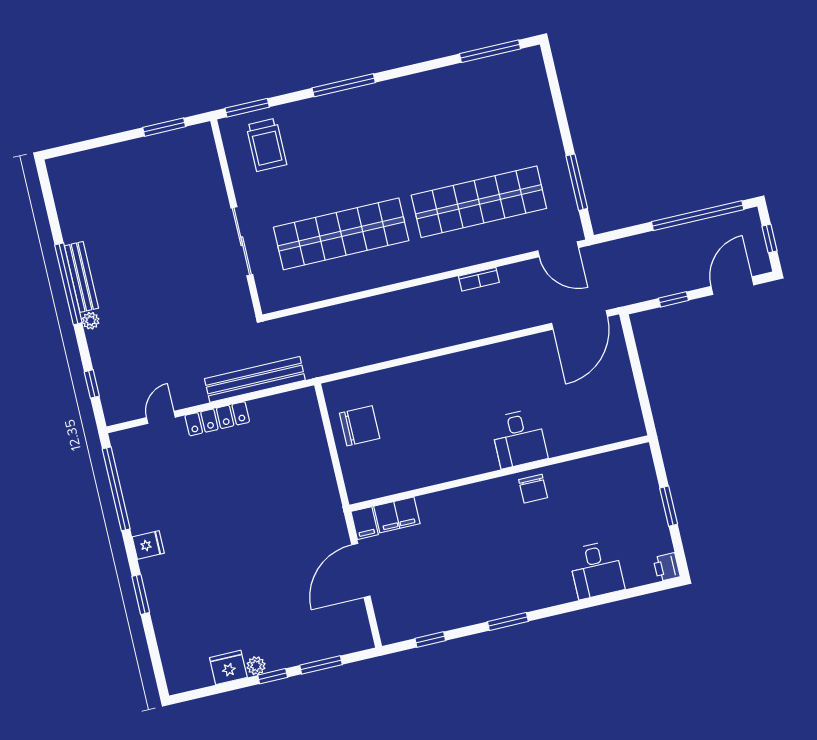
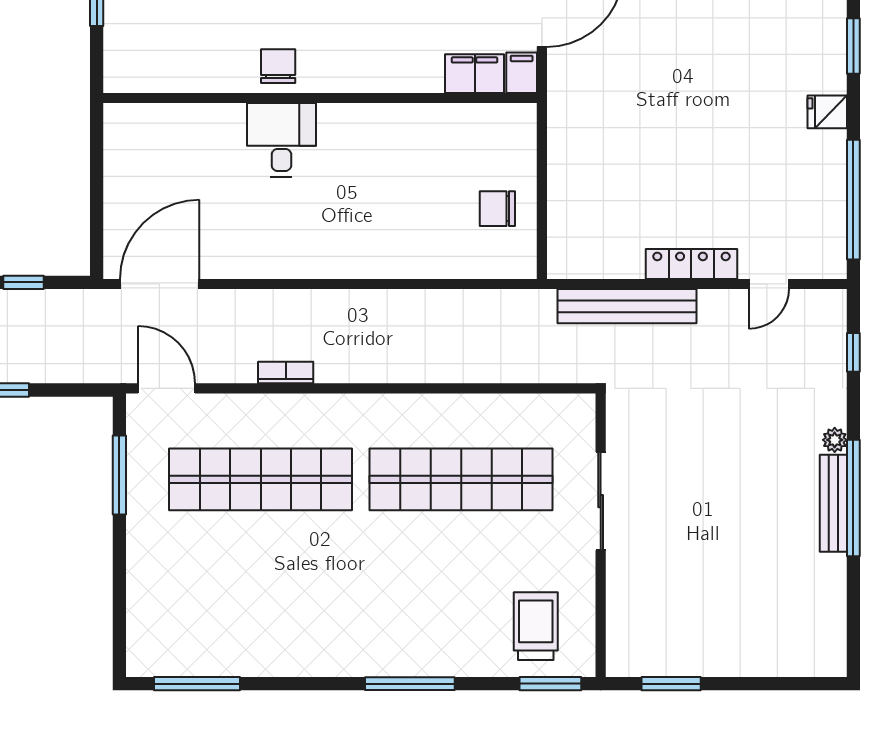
chair: (360, 426) -> (497, 209), width x0.73, depth x0.73

